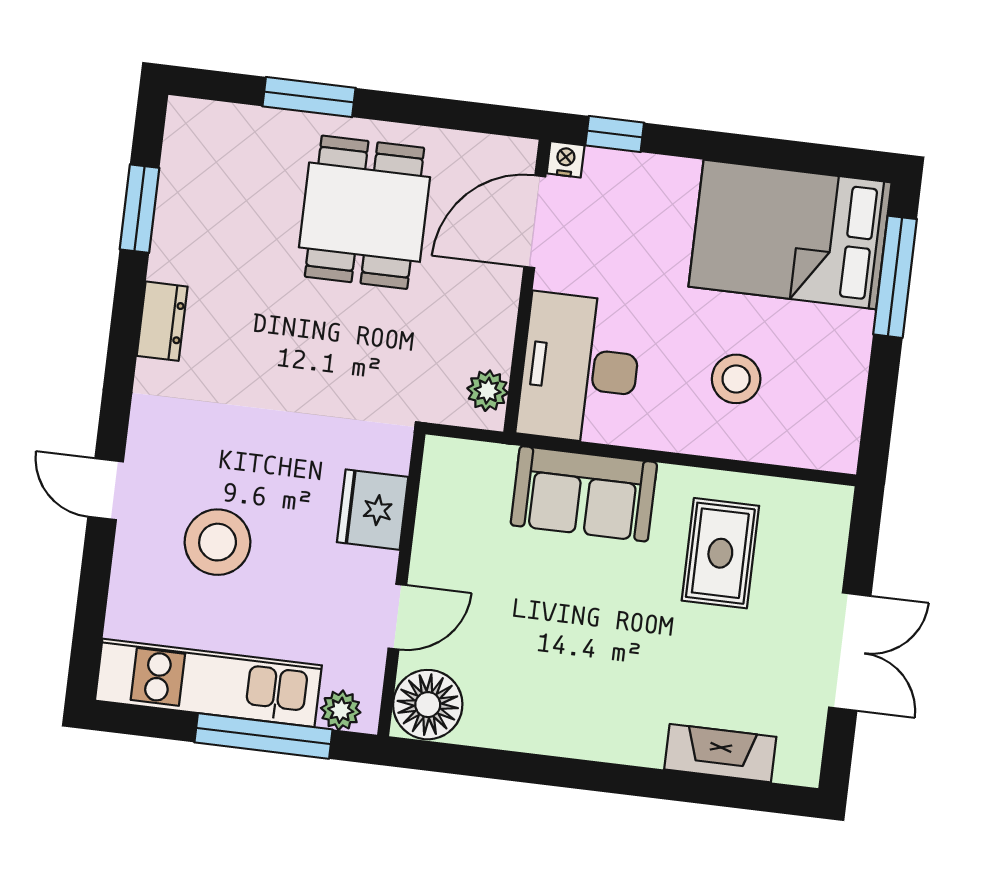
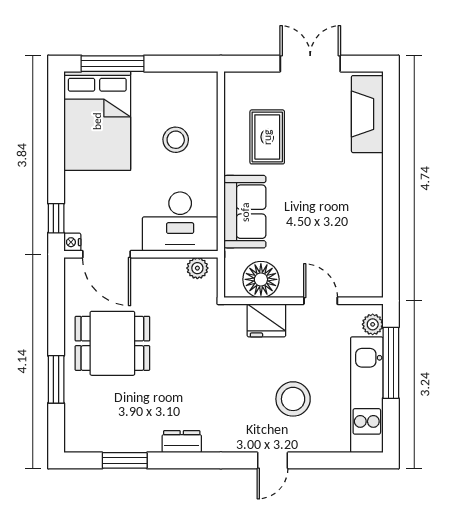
rug: (720, 553) -> (267, 137), turned 90
floor lamp: (428, 705) -> (261, 279), moved
fireplace: (720, 753) -> (367, 114), width x1.37, depth x1.32

